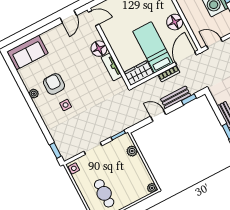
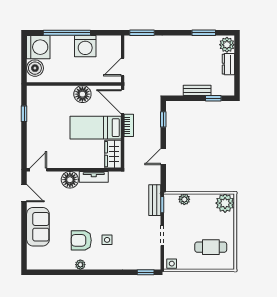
sofa: (28, 52) -> (38, 227), moved
bench: (176, 97) -> (155, 200), moved
plant: (152, 188) -> (225, 203), width x1.88, depth x1.88

